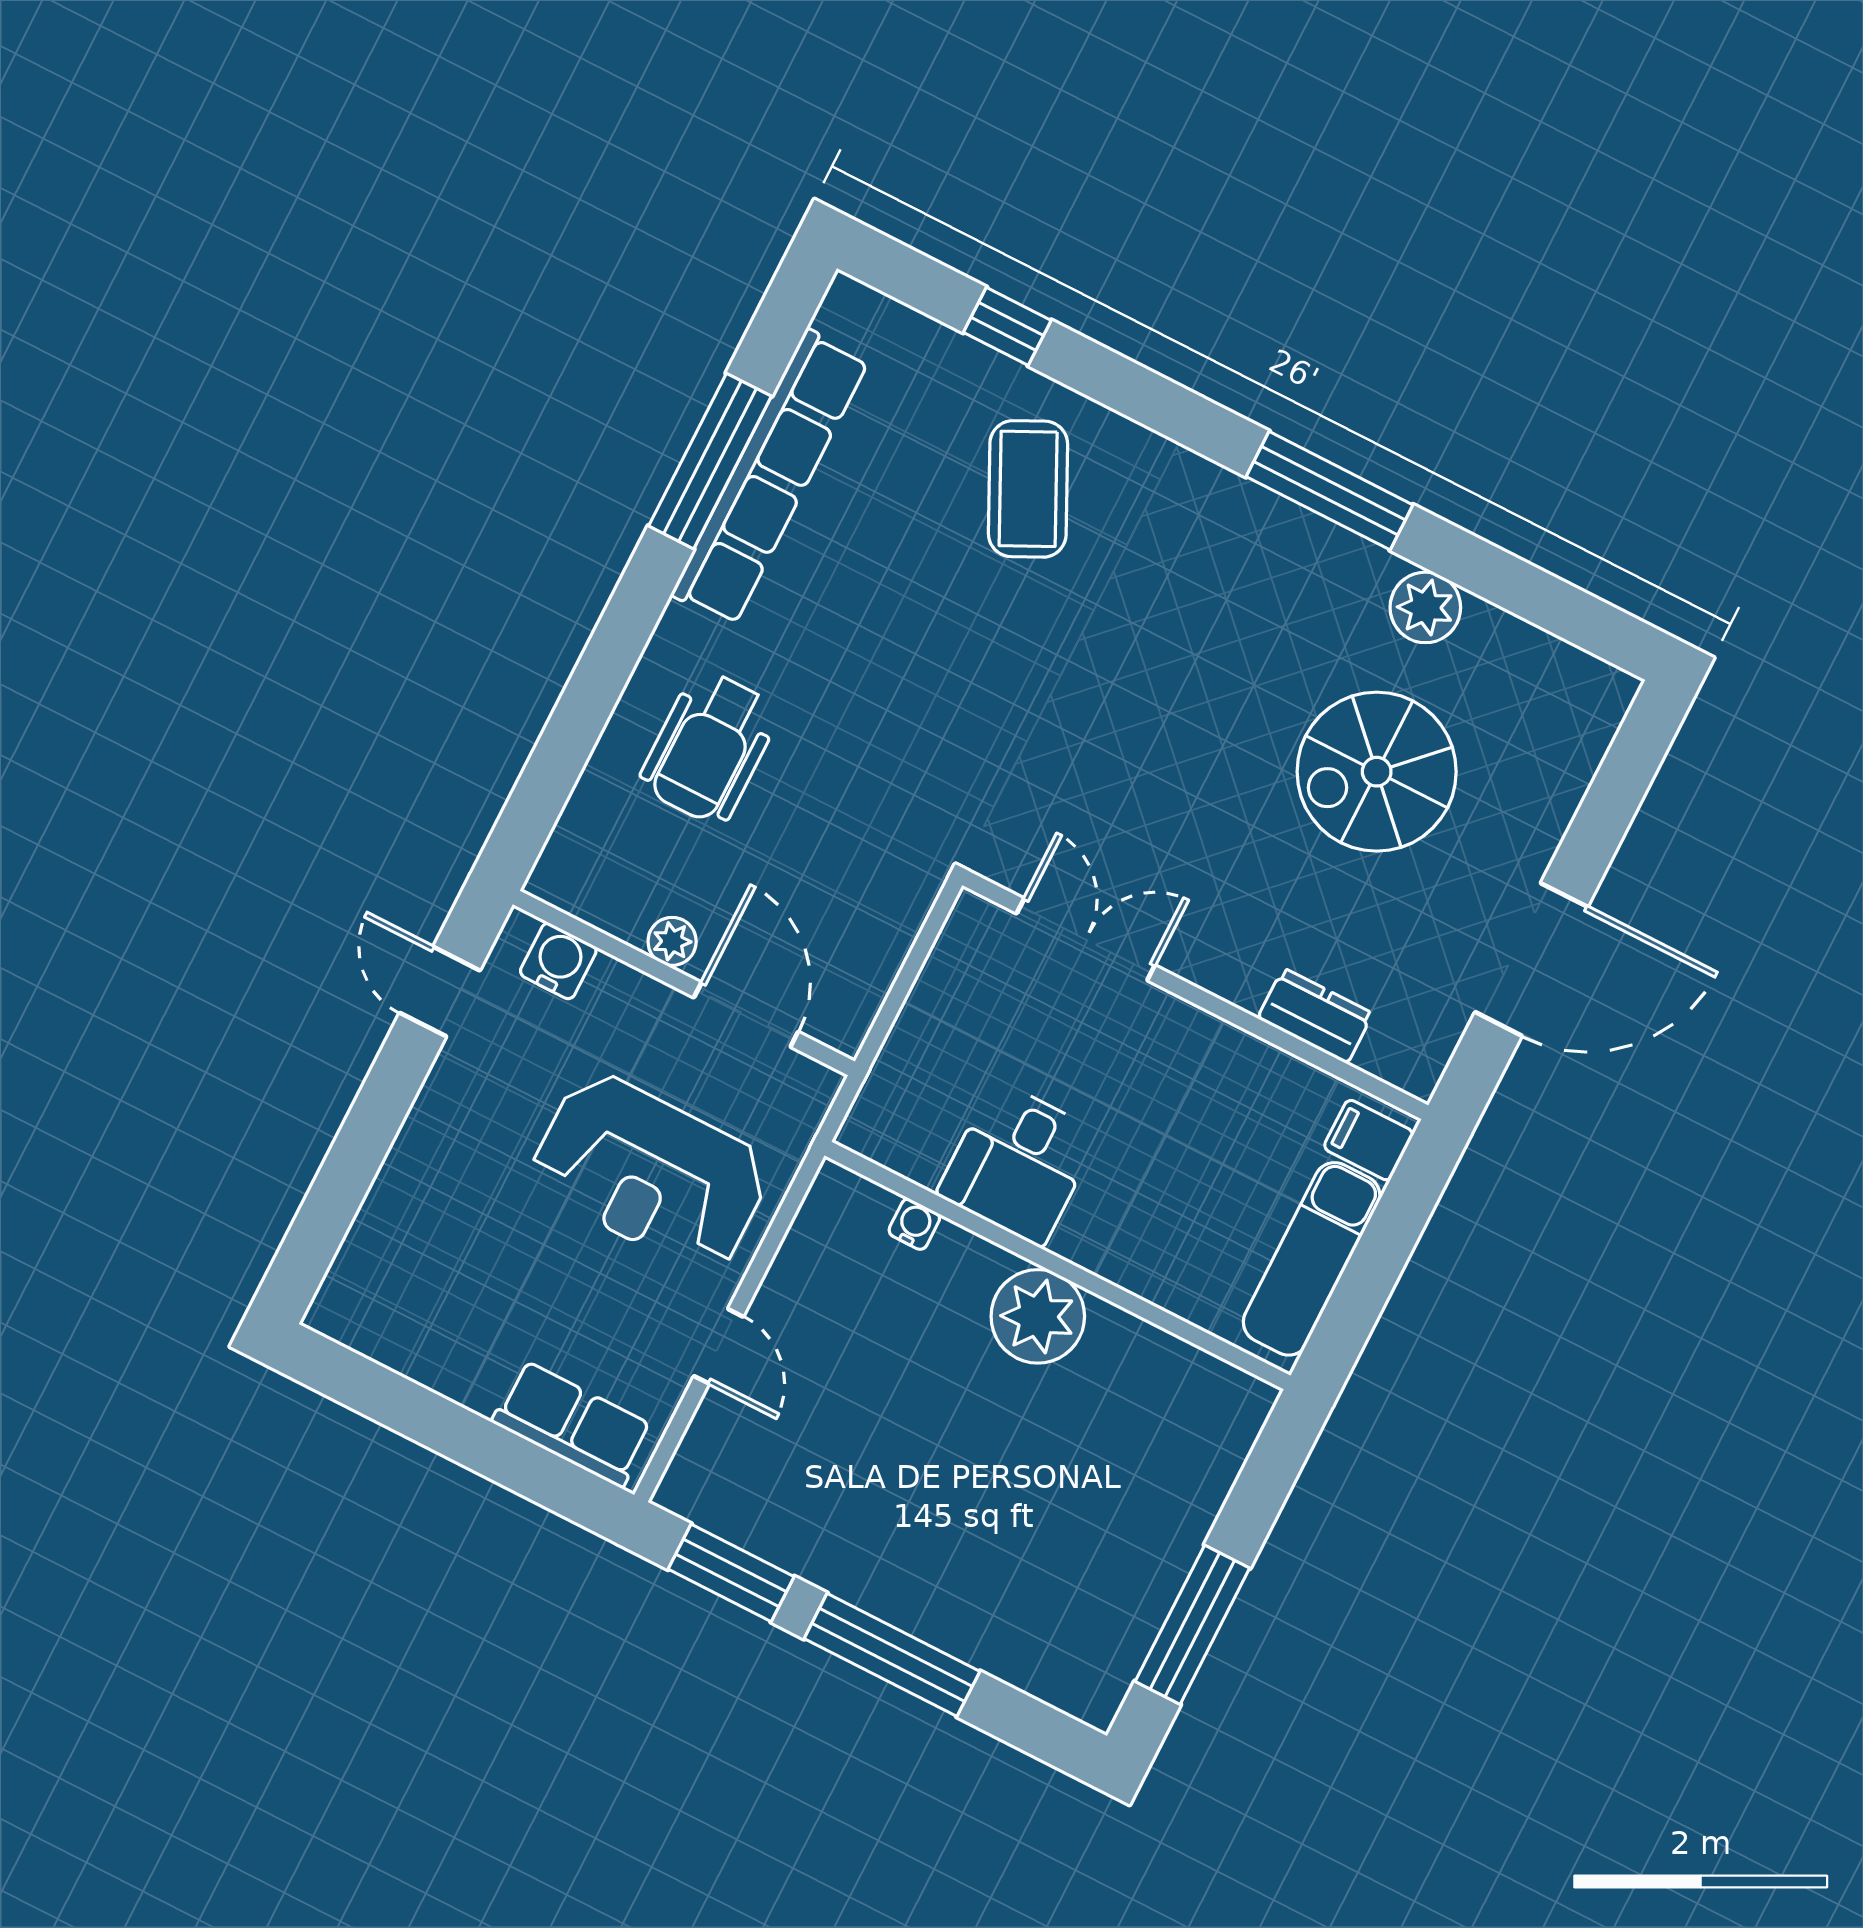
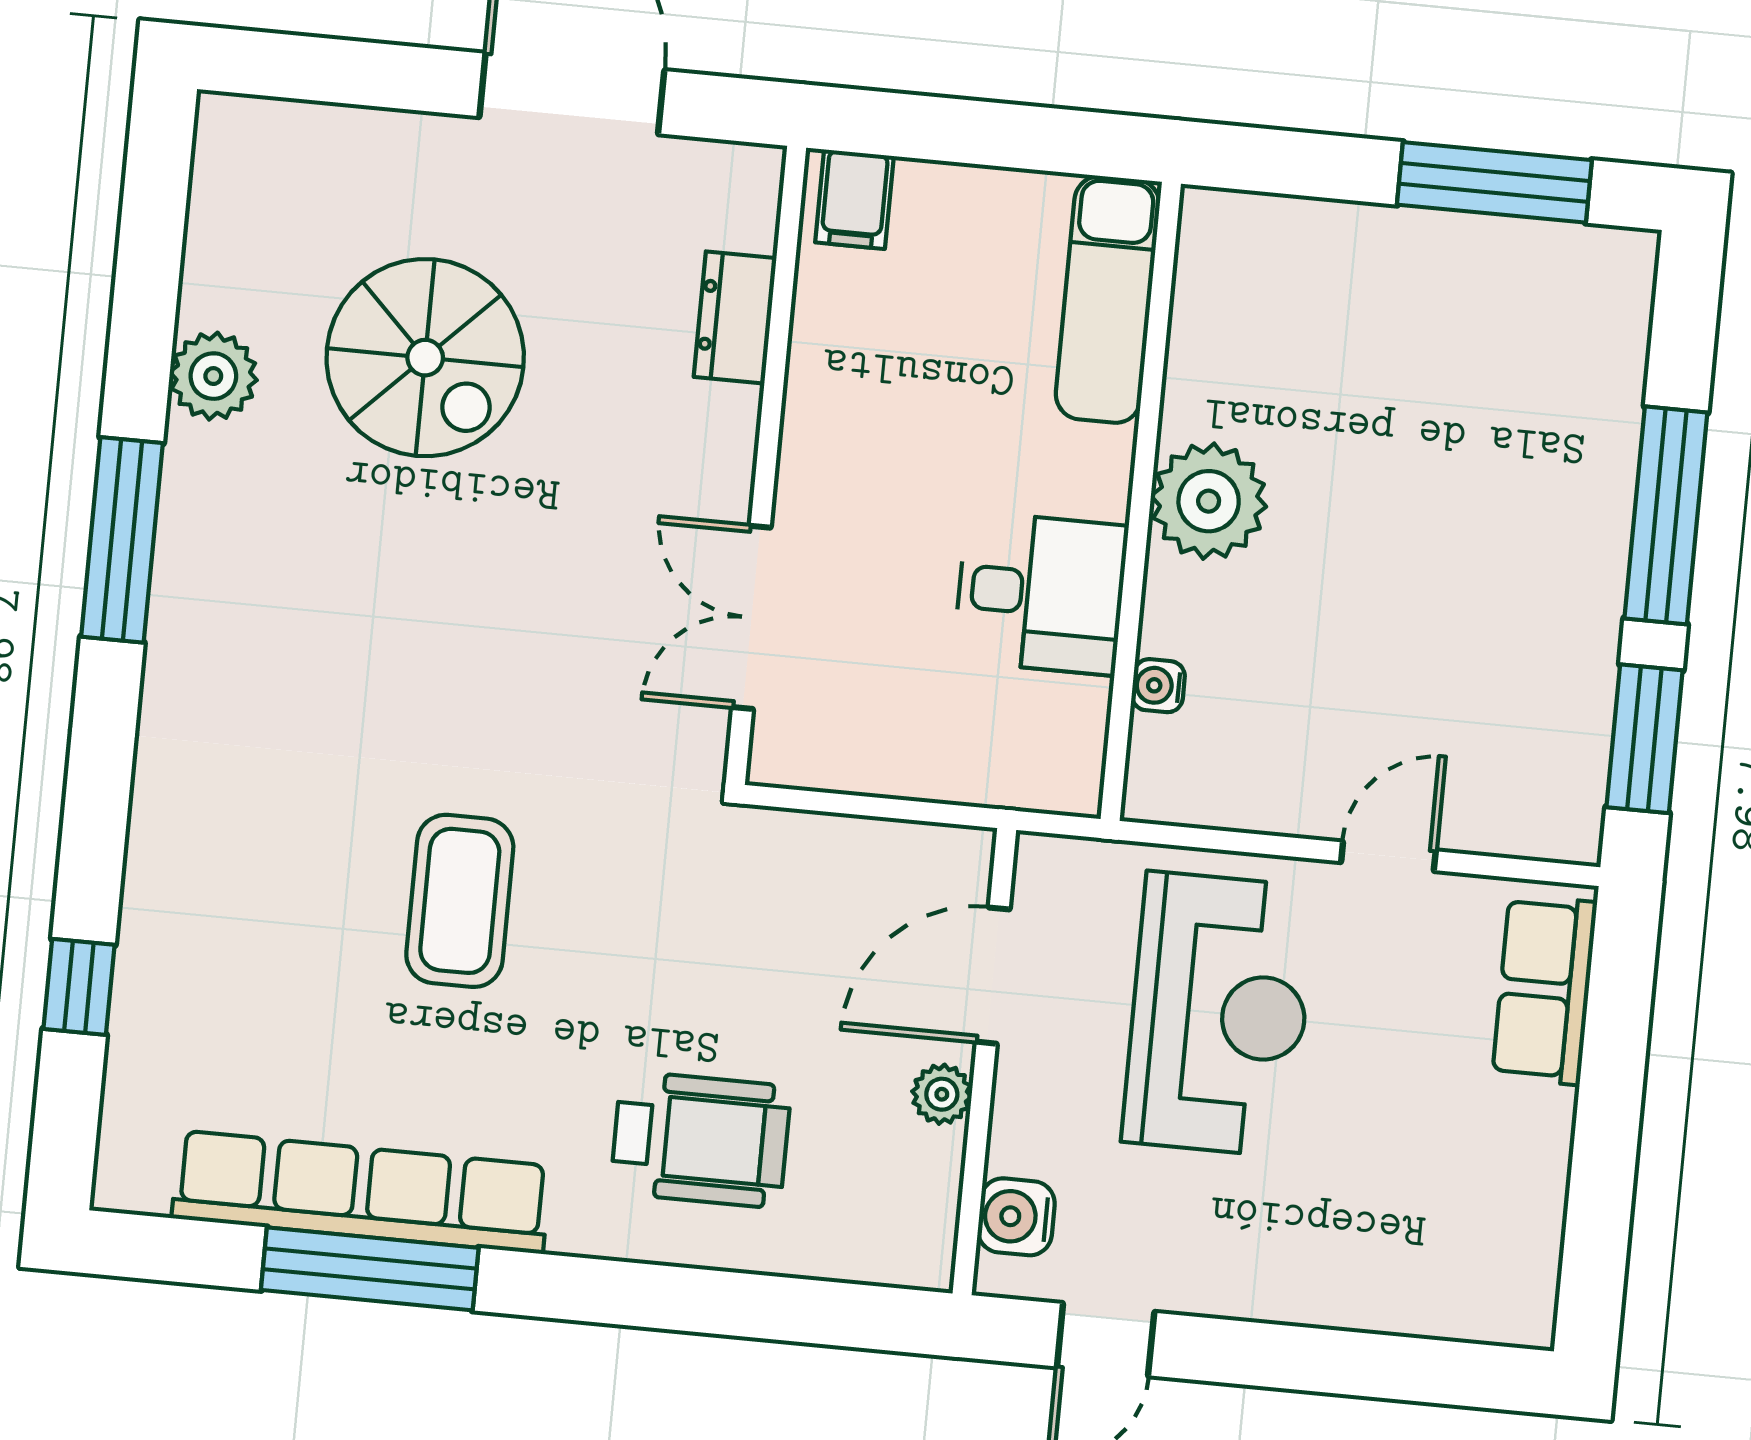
coffee table: (1028, 489) -> (460, 901), moved, turned -64
exam couch: (1312, 1259) -> (1108, 299), moved, turned 90

